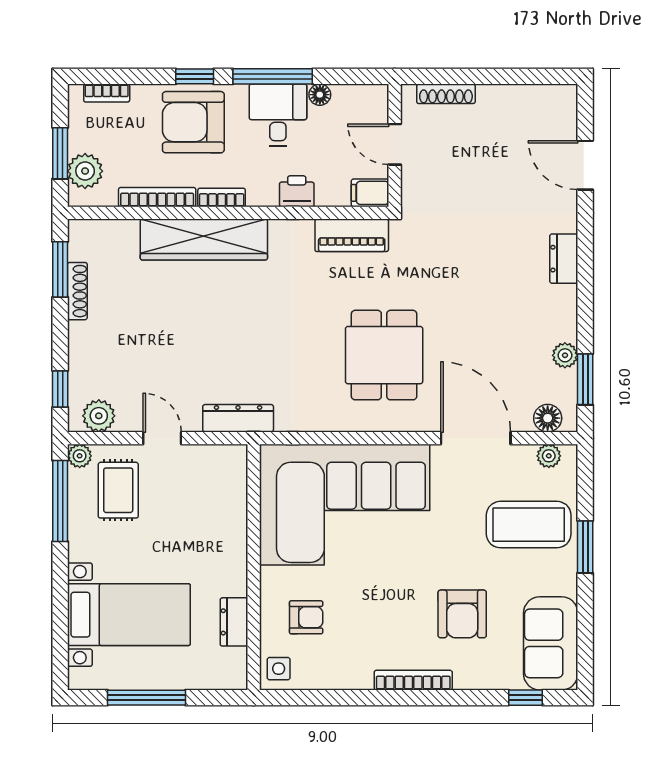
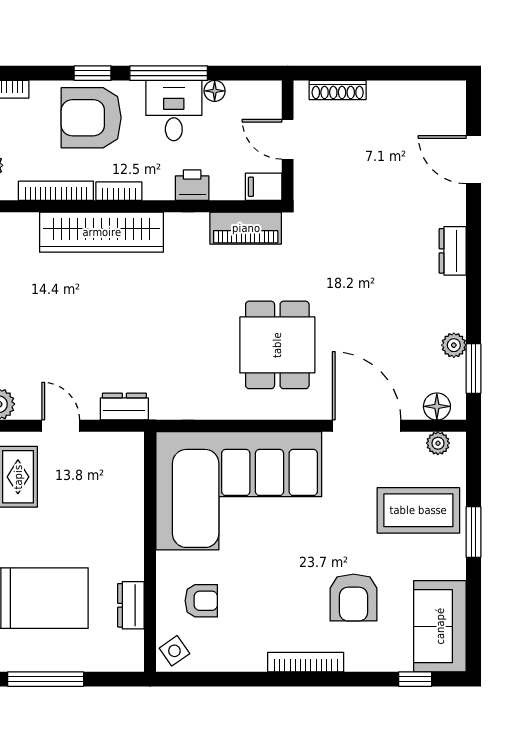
dresser: (238, 418) -> (124, 407), width x0.70
side table: (279, 669) -> (174, 651), turned -35

